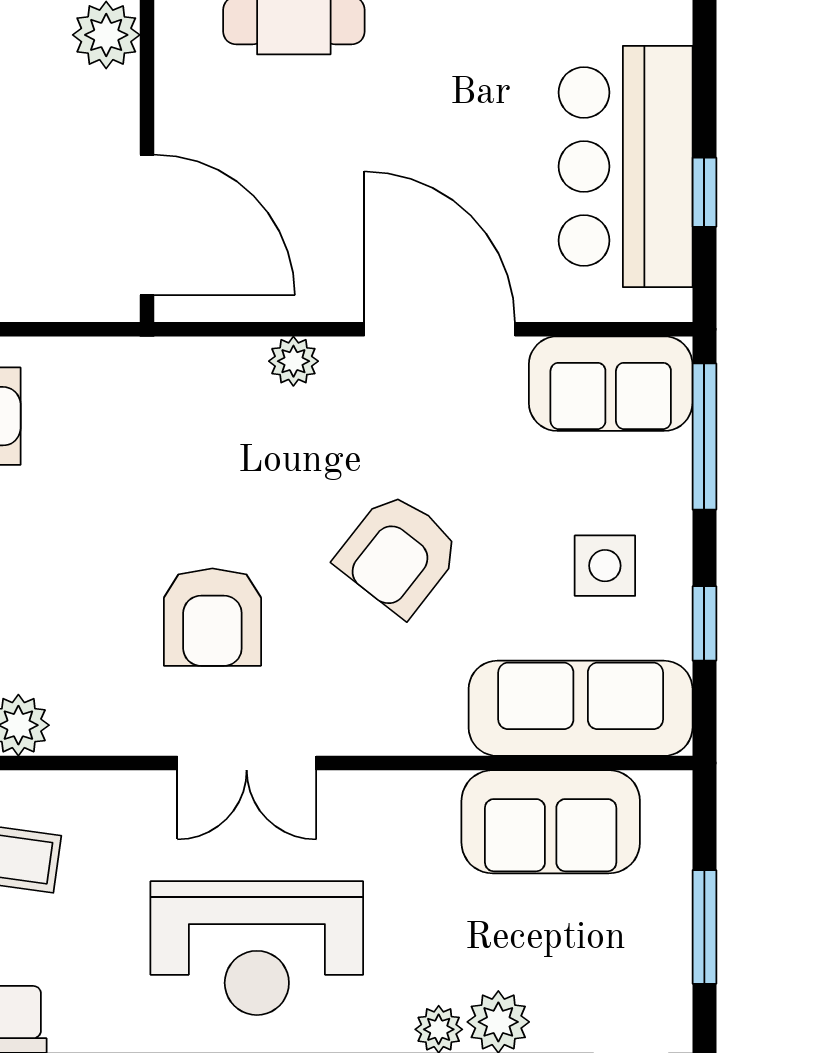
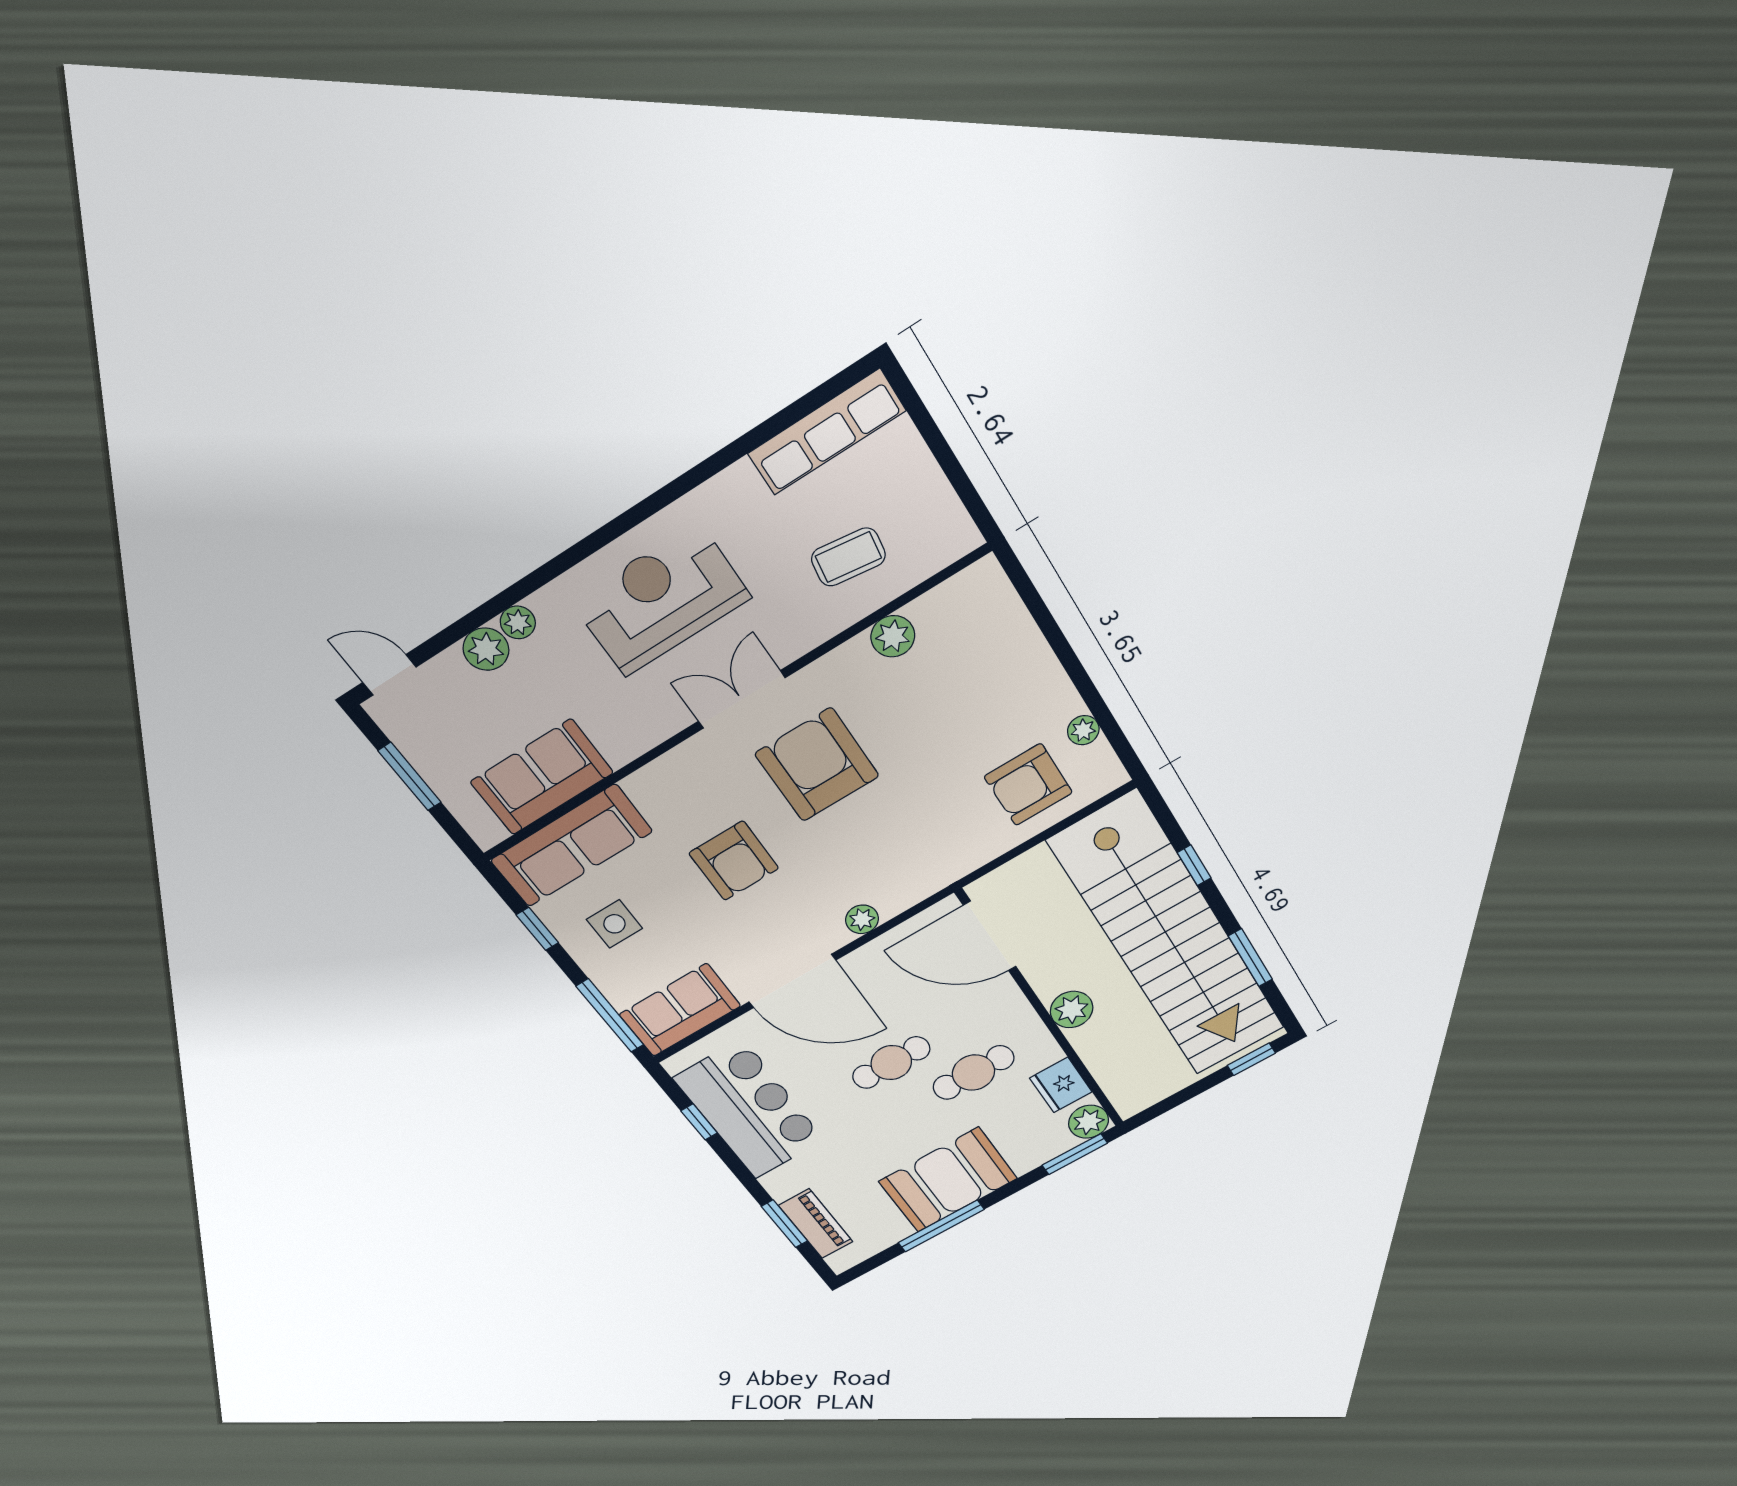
cafe table: (392, 113) -> (891, 1063), added
armchair: (398, 554) -> (734, 861), turned 142
armchair: (212, 617) -> (817, 765), width x1.36, depth x1.36

